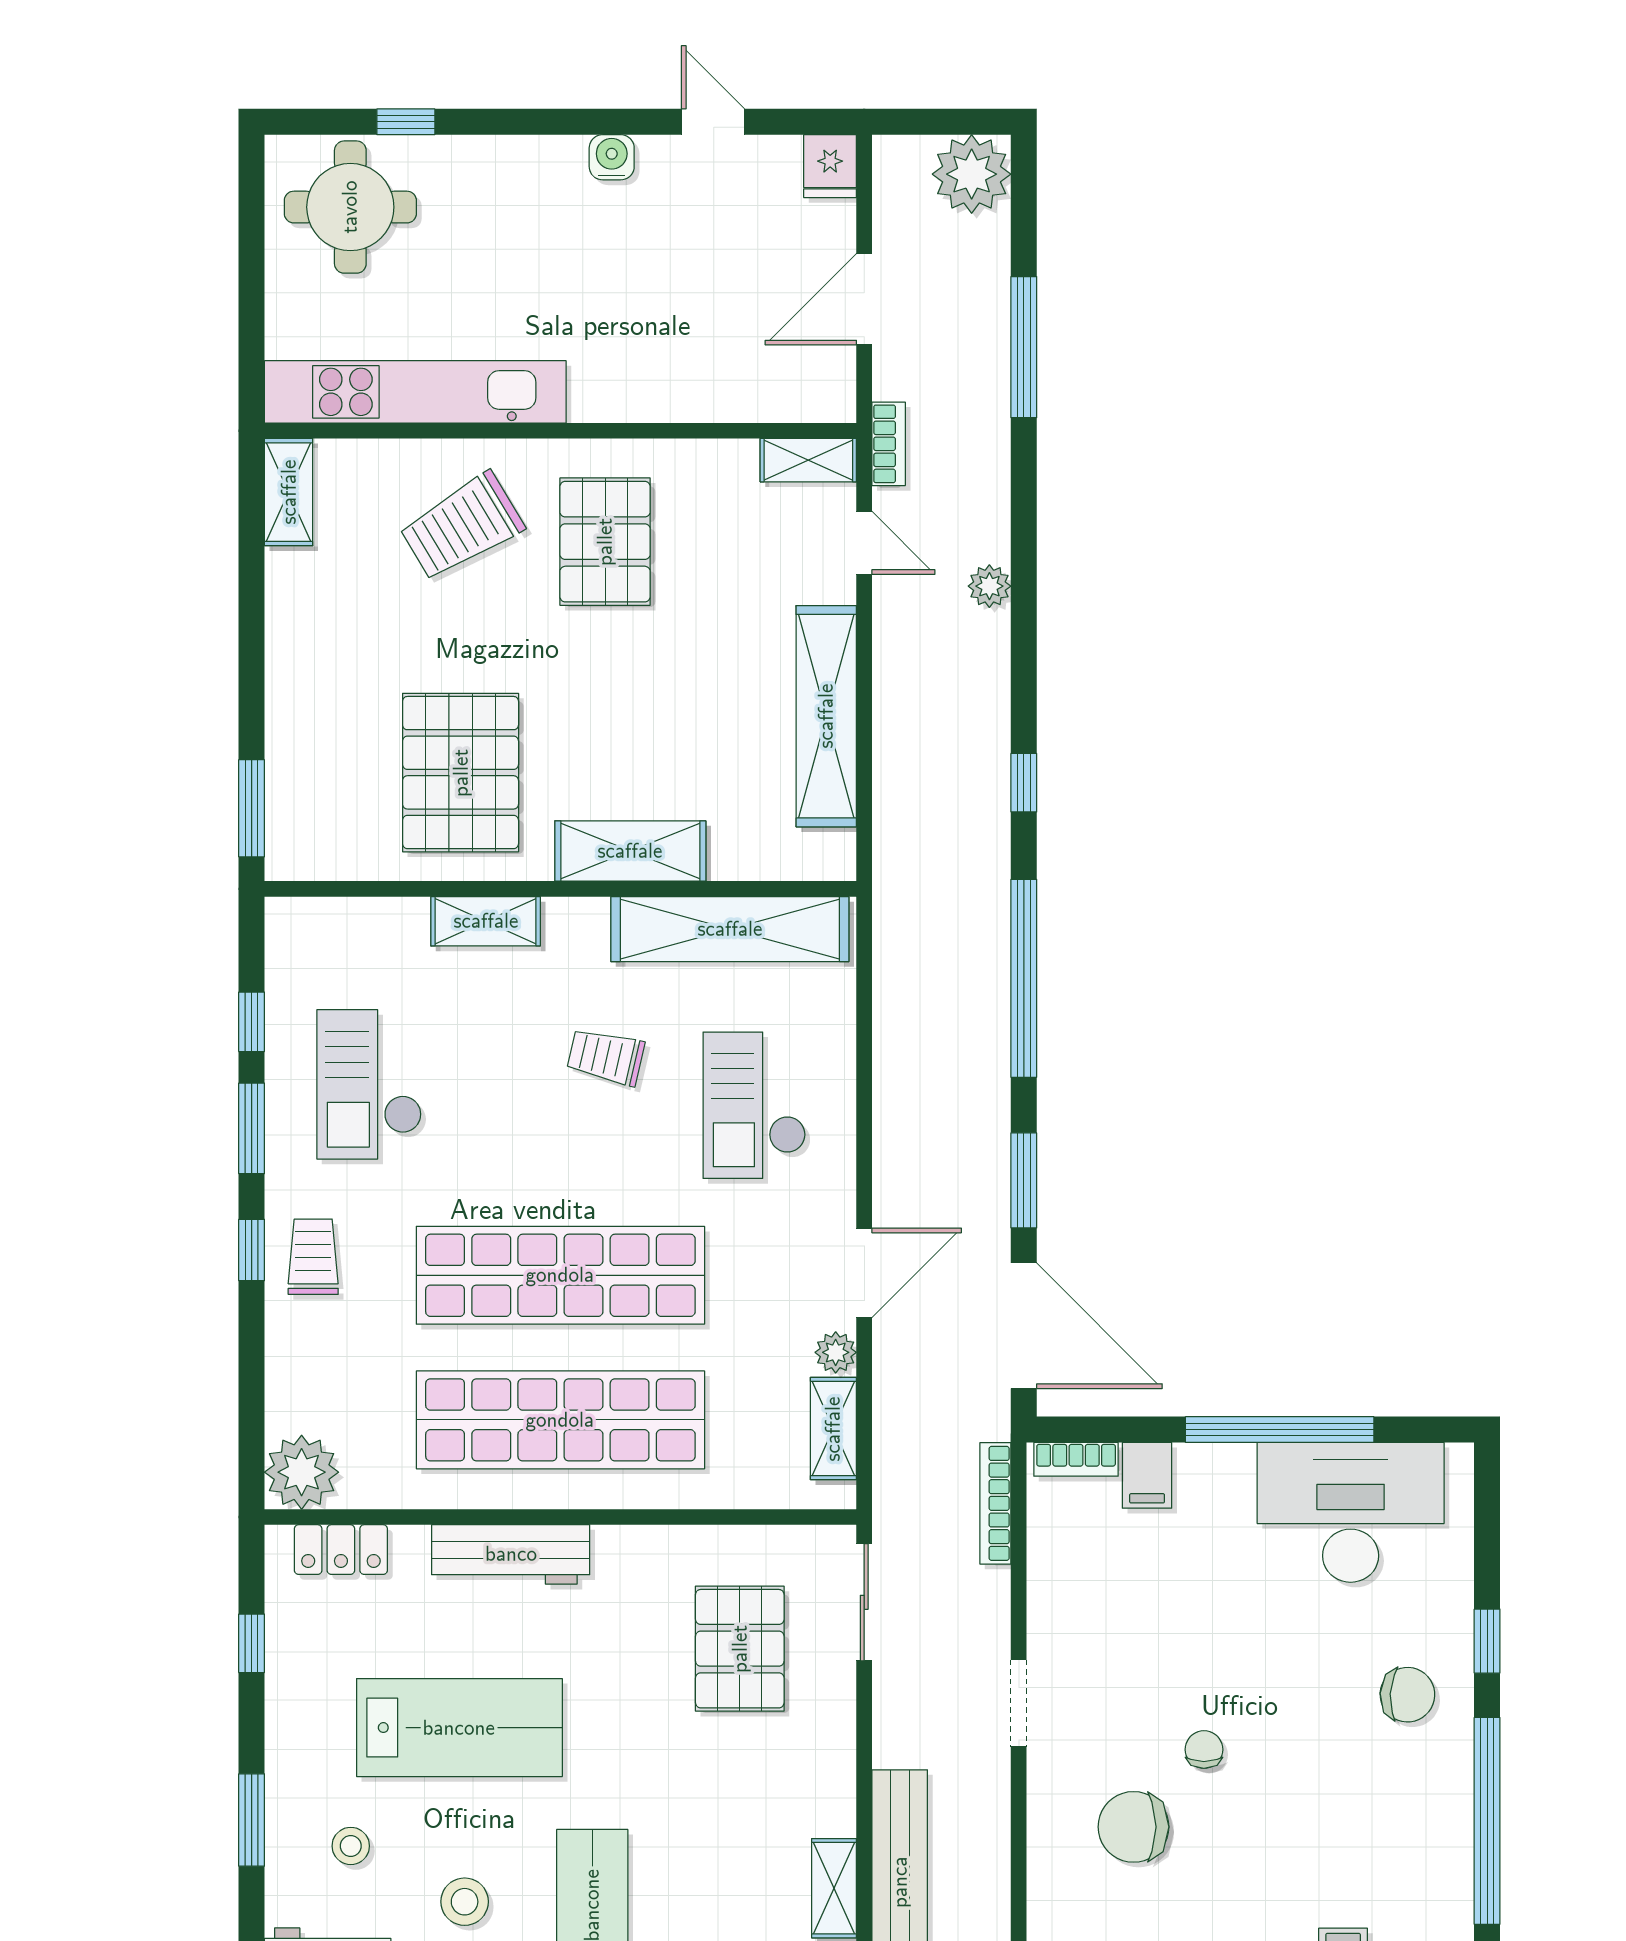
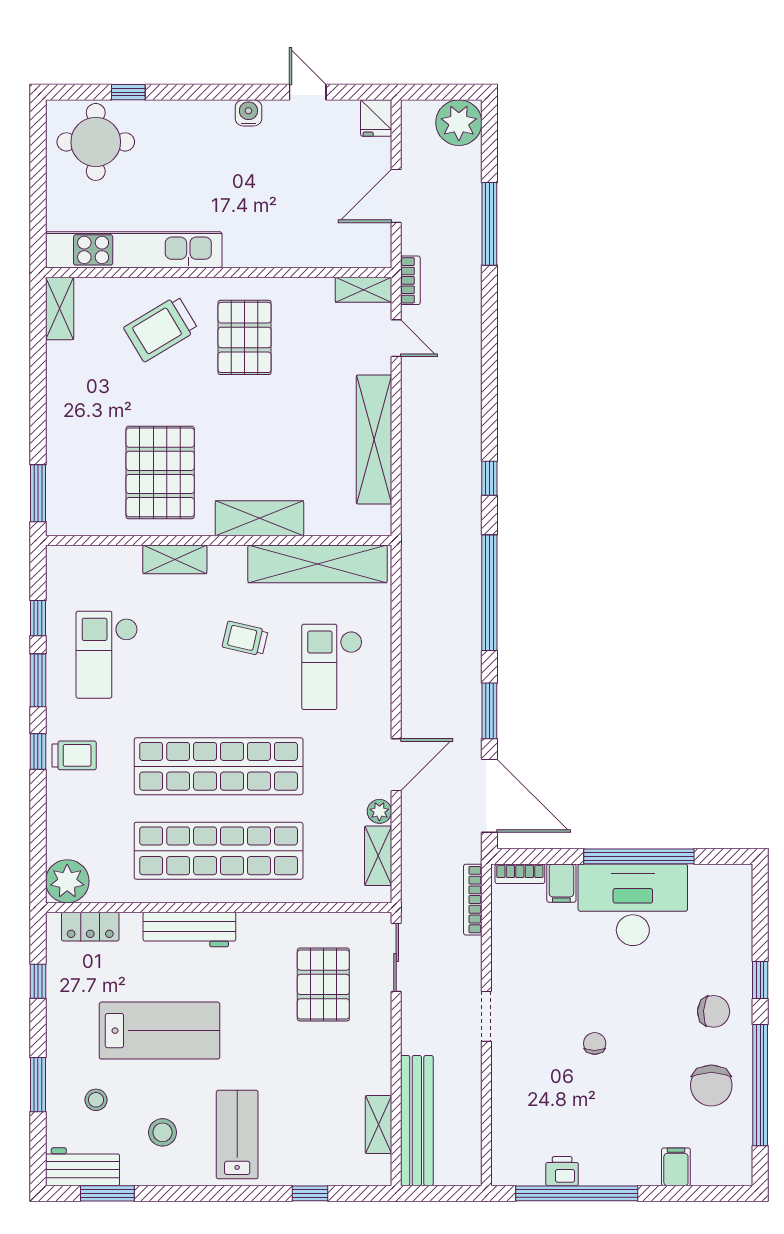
plant: (989, 586) -> (469, 363), removed
trolley: (313, 1257) -> (74, 755), turned 90
desk: (1351, 1512) -> (633, 905), moved
chair: (1133, 1827) -> (711, 1086), moved, turned -90

